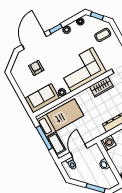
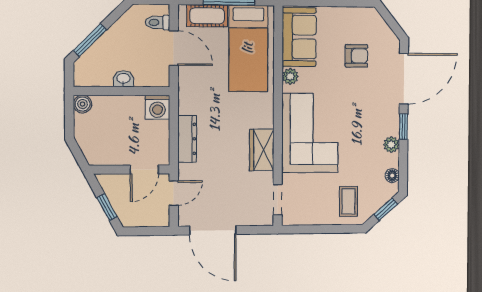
door: (34, 41) -> (404, 79), hinge flipped

